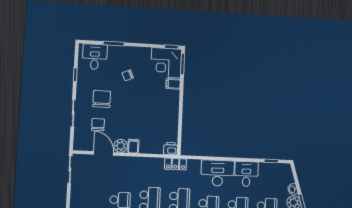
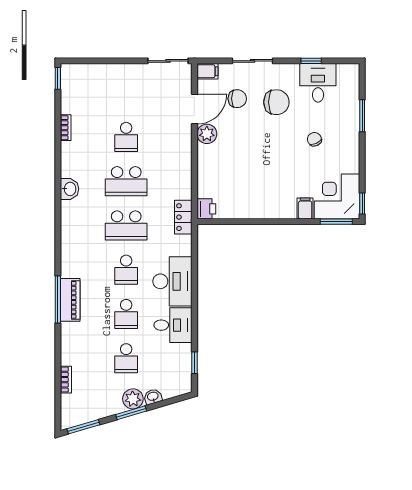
desk: (95, 57) -> (318, 83), moved, turned -90
filing cabinet: (133, 146) -> (207, 71), moved

